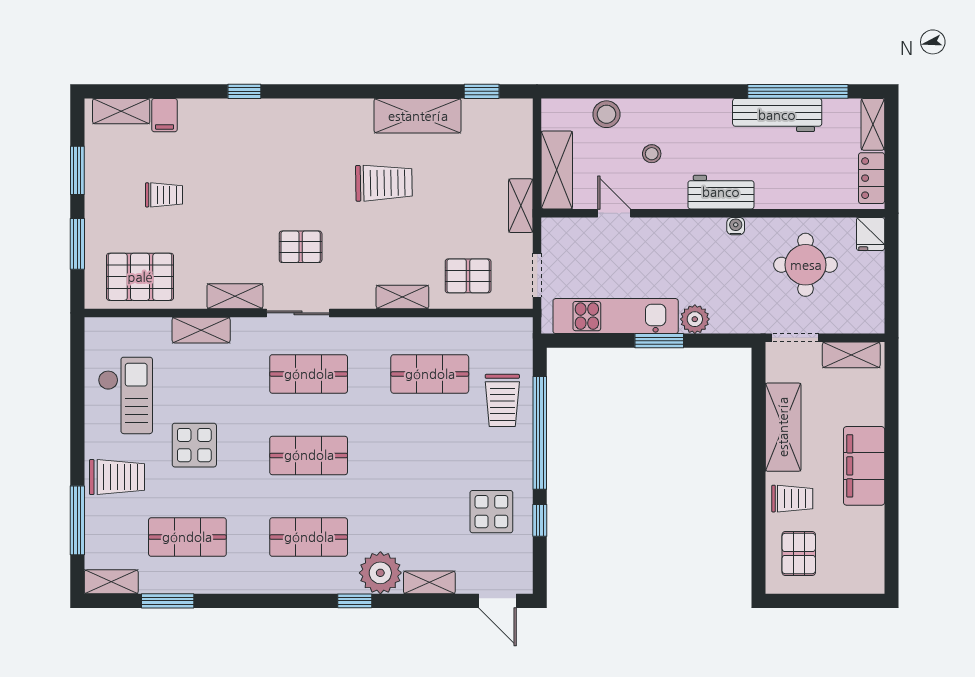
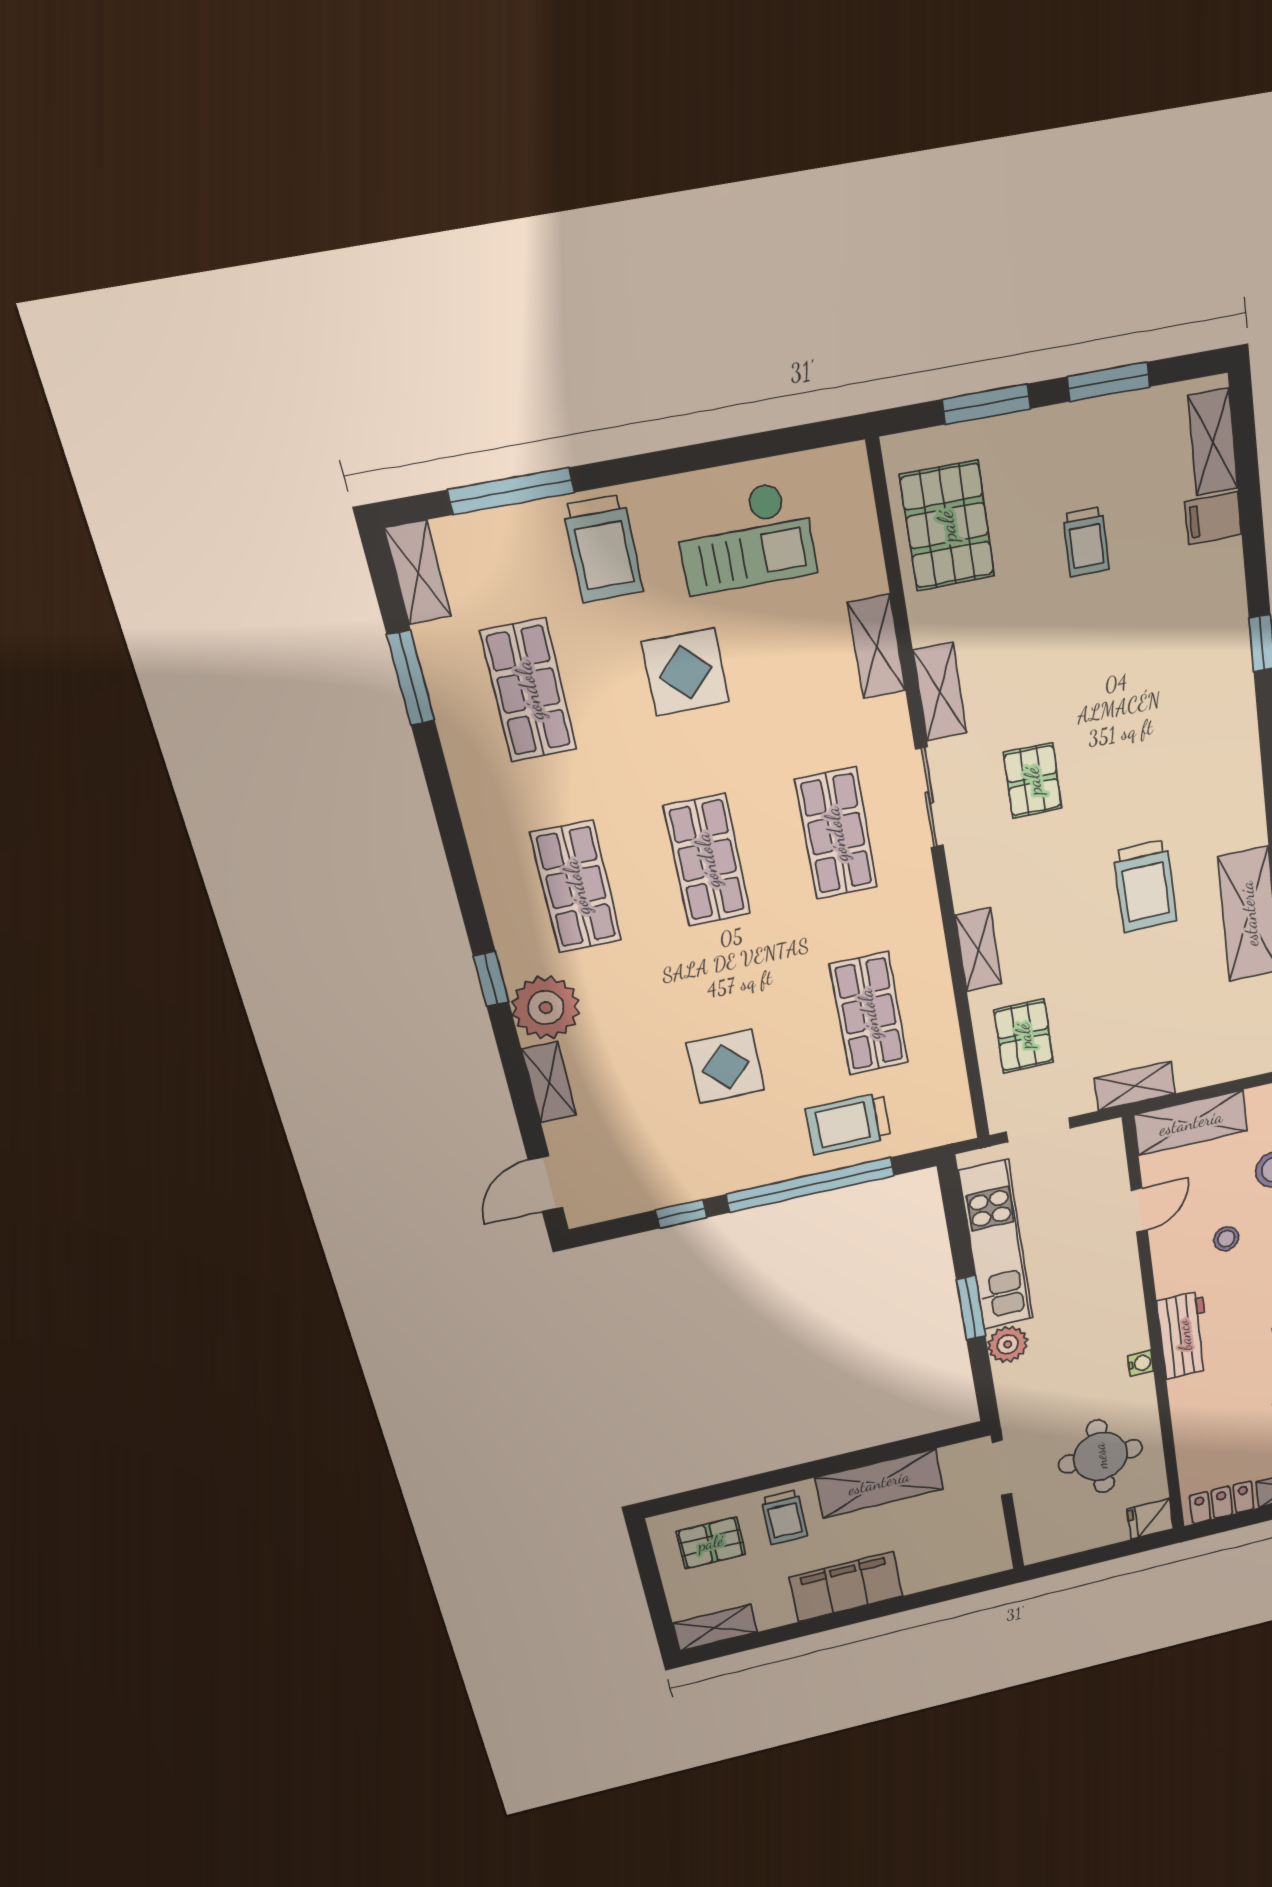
shelving: (851, 355) -> (715, 1628), moved, turned 90
display table: (491, 512) -> (726, 1067), moved

